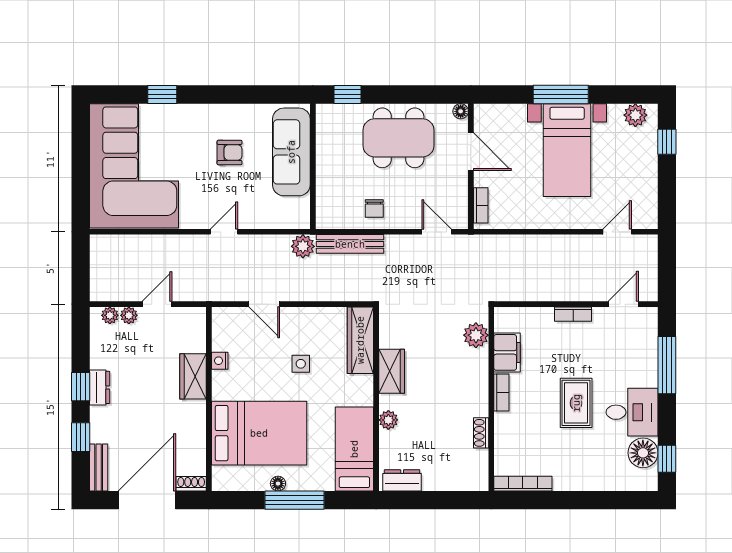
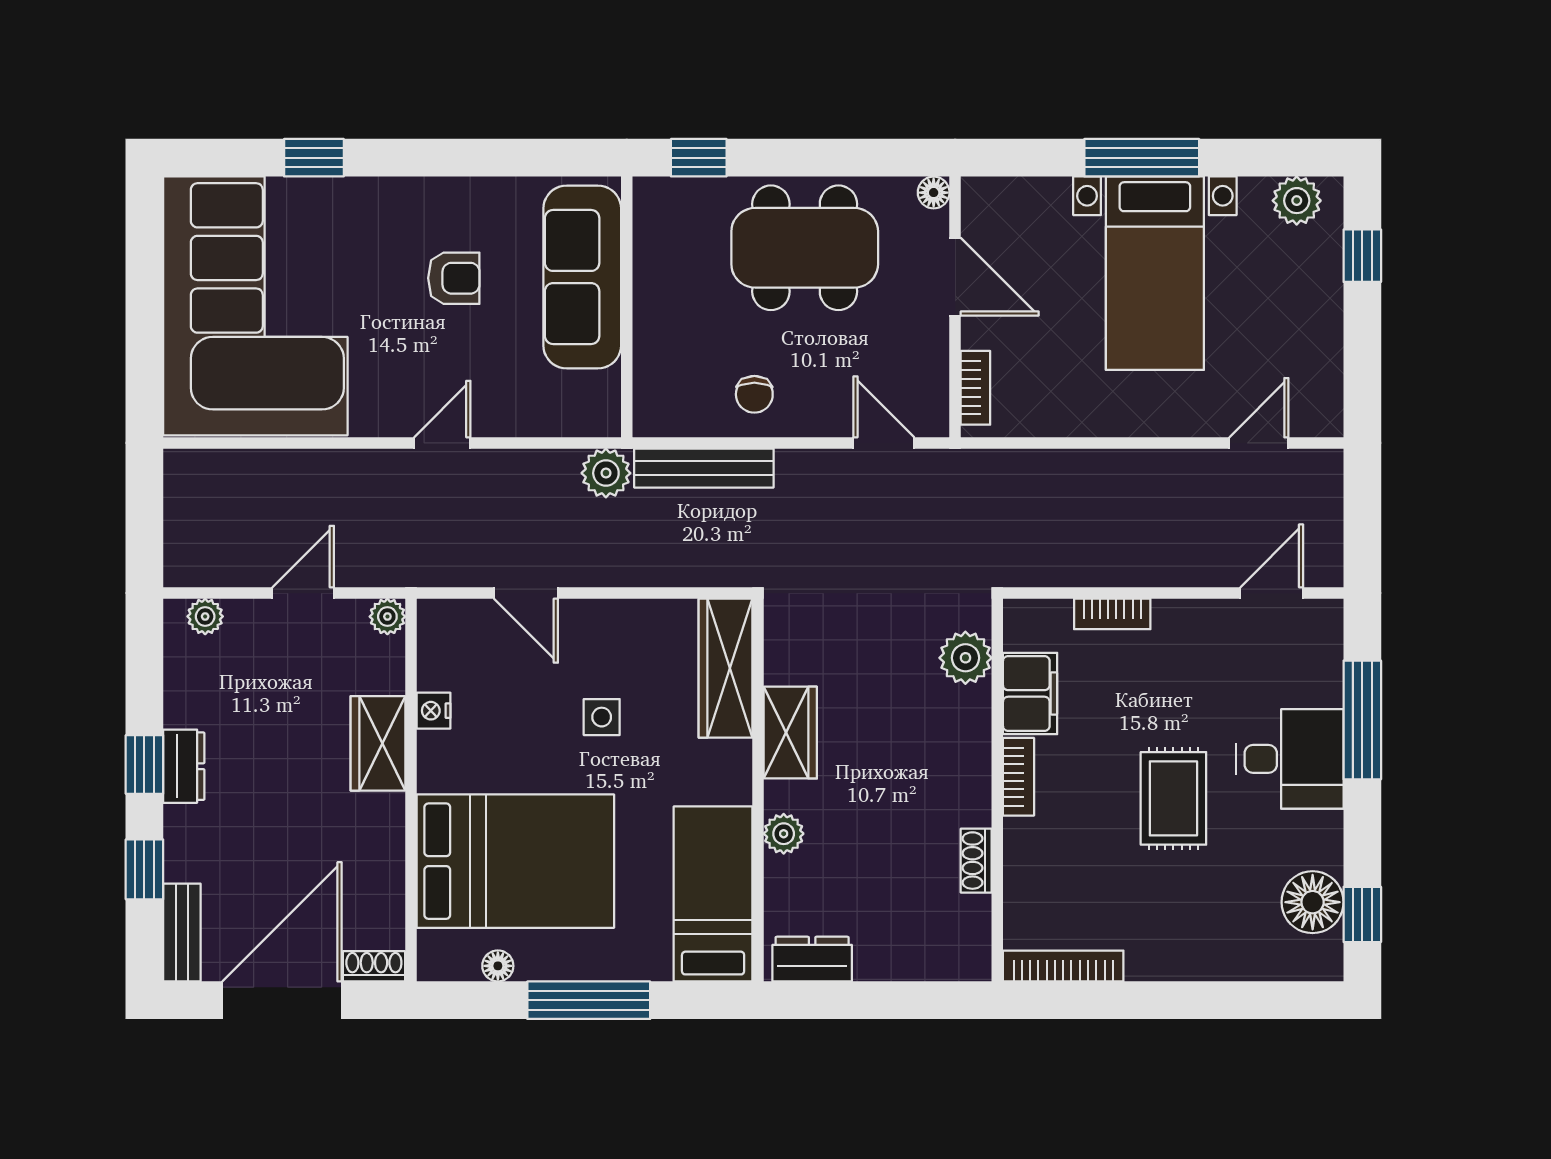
bookcase: (573, 314) -> (1112, 614), moved
plant: (129, 315) -> (387, 617), moved
desk: (632, 412) -> (1290, 759), moved
floor lamp: (278, 484) -> (498, 966), moved

